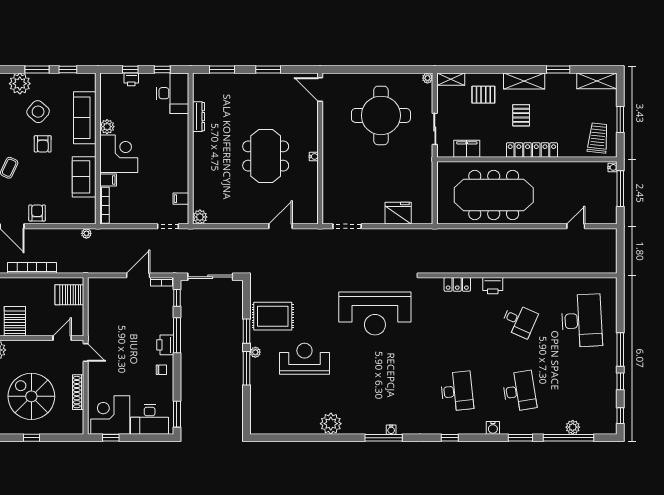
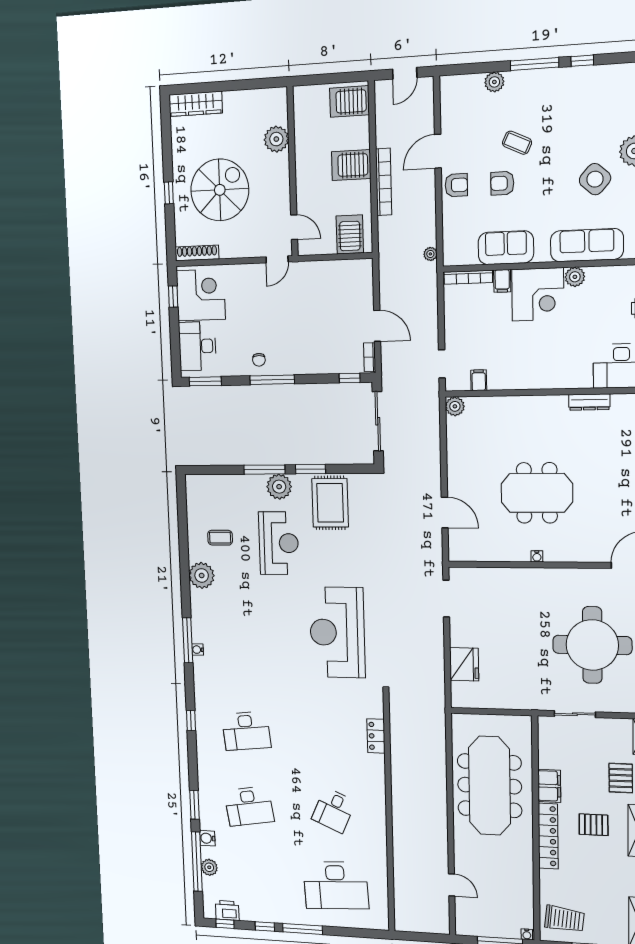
armchair: (43, 144) -> (502, 183), moved
filing cabinet: (467, 149) -> (549, 786), moved
printer: (493, 286) -> (227, 910), moved, turned 90
server rack: (15, 321) -> (351, 165), moved, turned 180
window: (177, 335) -> (272, 380), moved
printer: (165, 345) -> (290, 364), removed
plant: (255, 352) -> (279, 487), width x1.87, depth x1.87
shoe rack: (78, 392) -> (197, 253), moved
coffee table: (300, 407) -> (220, 538), added
water cooler: (493, 428) -> (207, 838), moved

